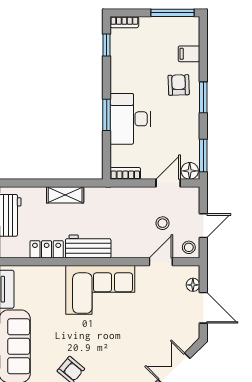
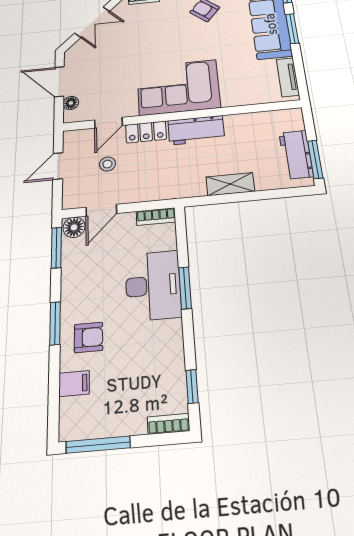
armchair: (179, 85) -> (89, 337), turned -88
stool: (189, 247) -> (76, 141), removed
locker: (47, 249) -> (146, 132), moved

